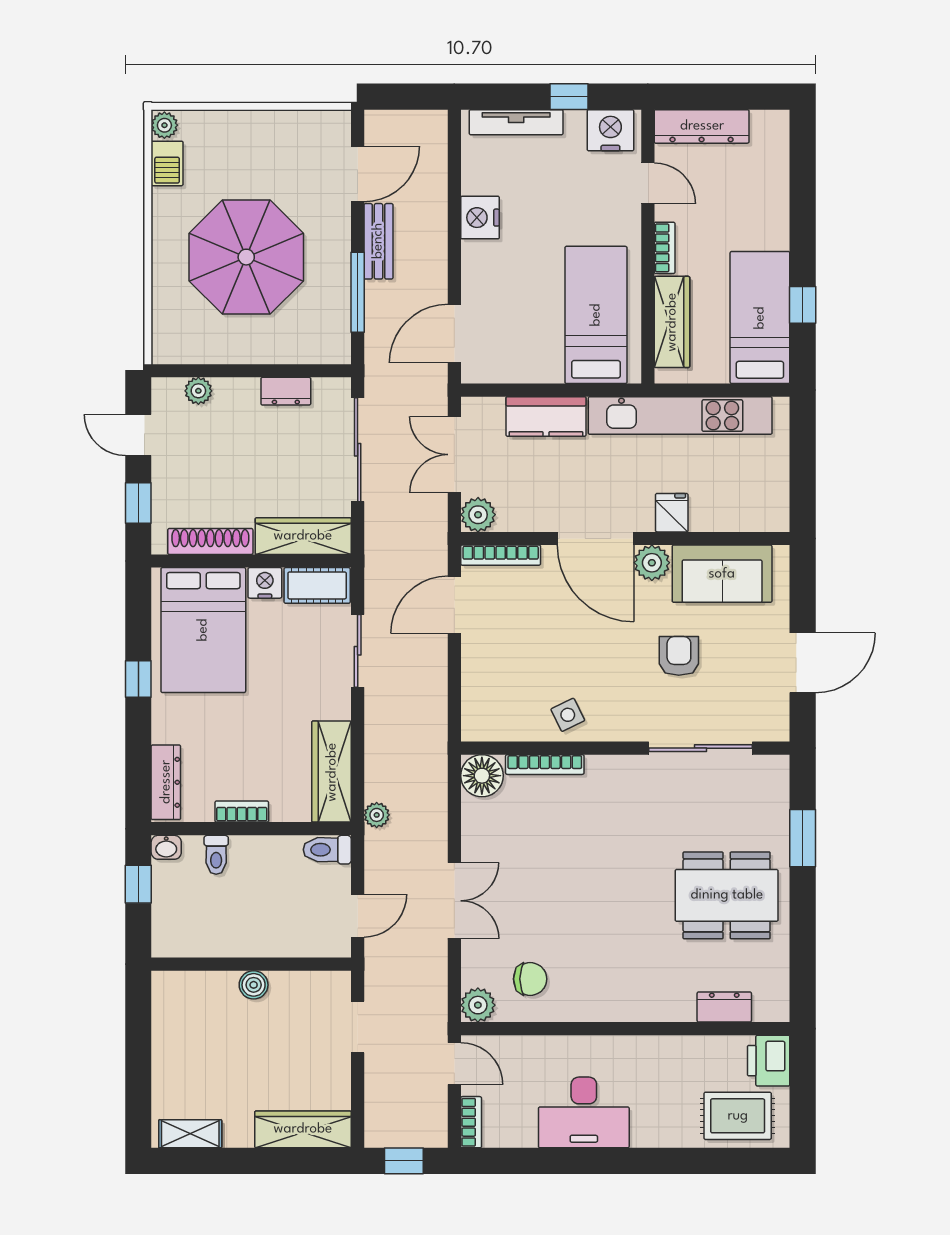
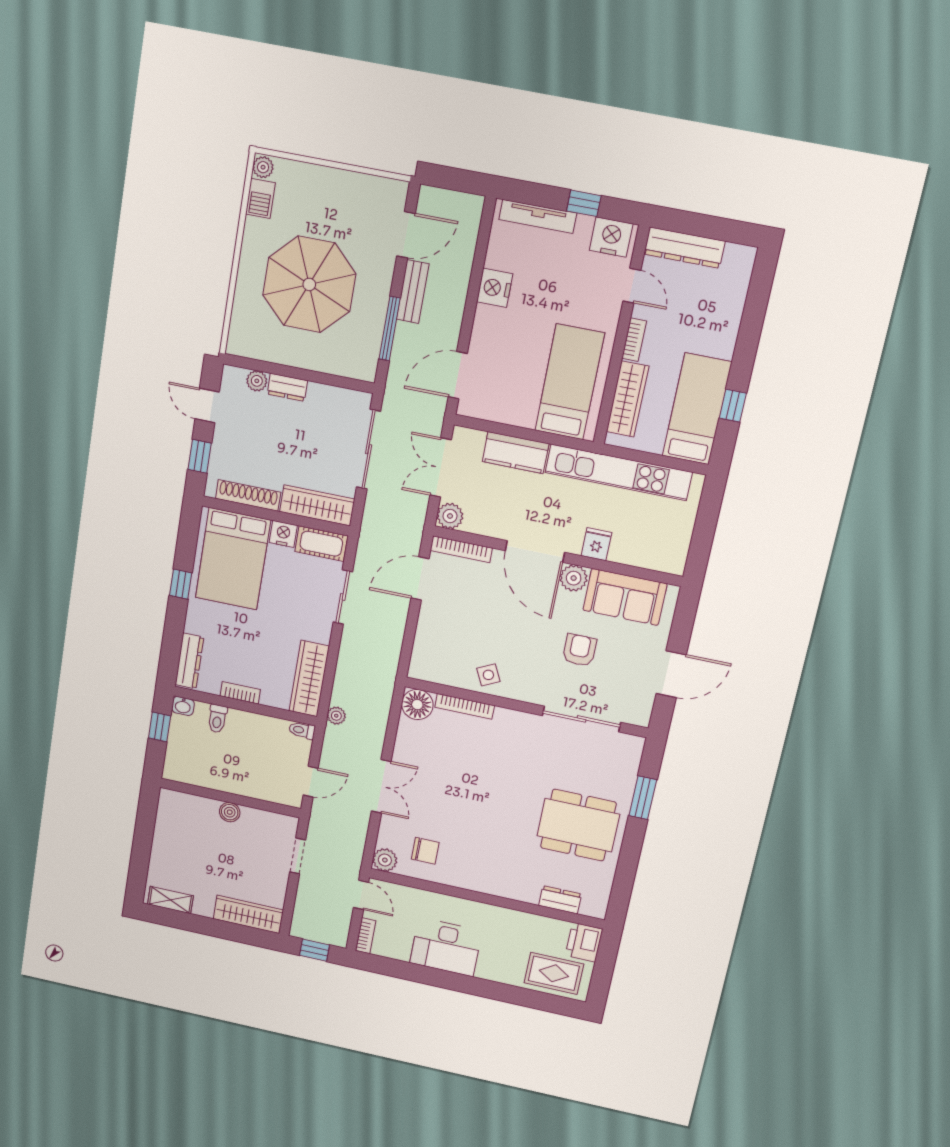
dresser: (286, 391) -> (287, 387), moved
toilet: (327, 850) -> (302, 730), width x0.73, depth x0.72

